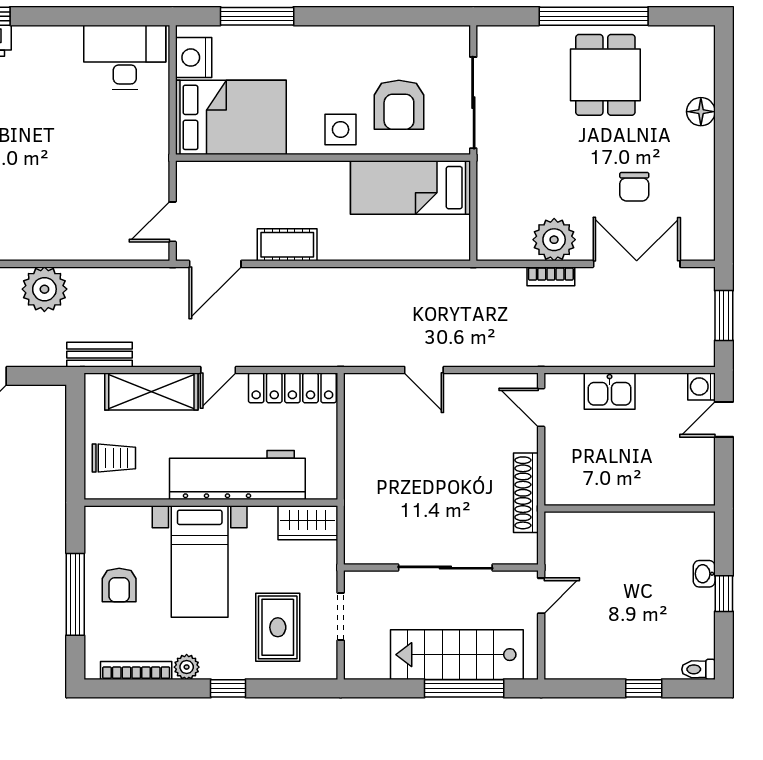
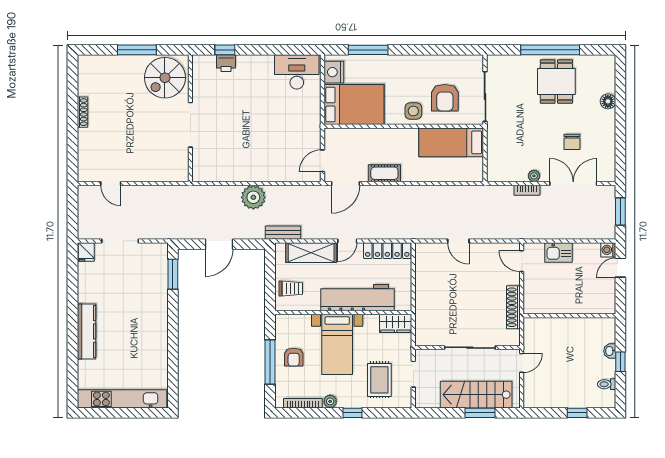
plant: (554, 240) -> (534, 176), width x0.53, depth x0.53
toilet: (698, 669) -> (607, 384), moved
window: (464, 688) -> (480, 413), width x0.69

